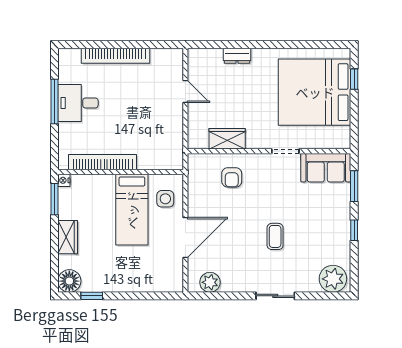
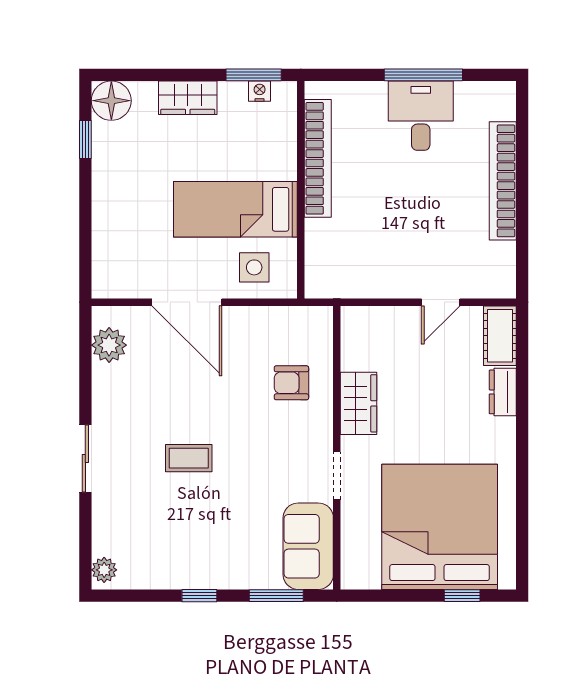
cot: (205, 57) -> (500, 336), added
wardrobe: (227, 139) -> (359, 403), moved
nightstand: (64, 180) -> (260, 91), moved
plant: (333, 279) -> (104, 570), width x0.53, depth x0.53

